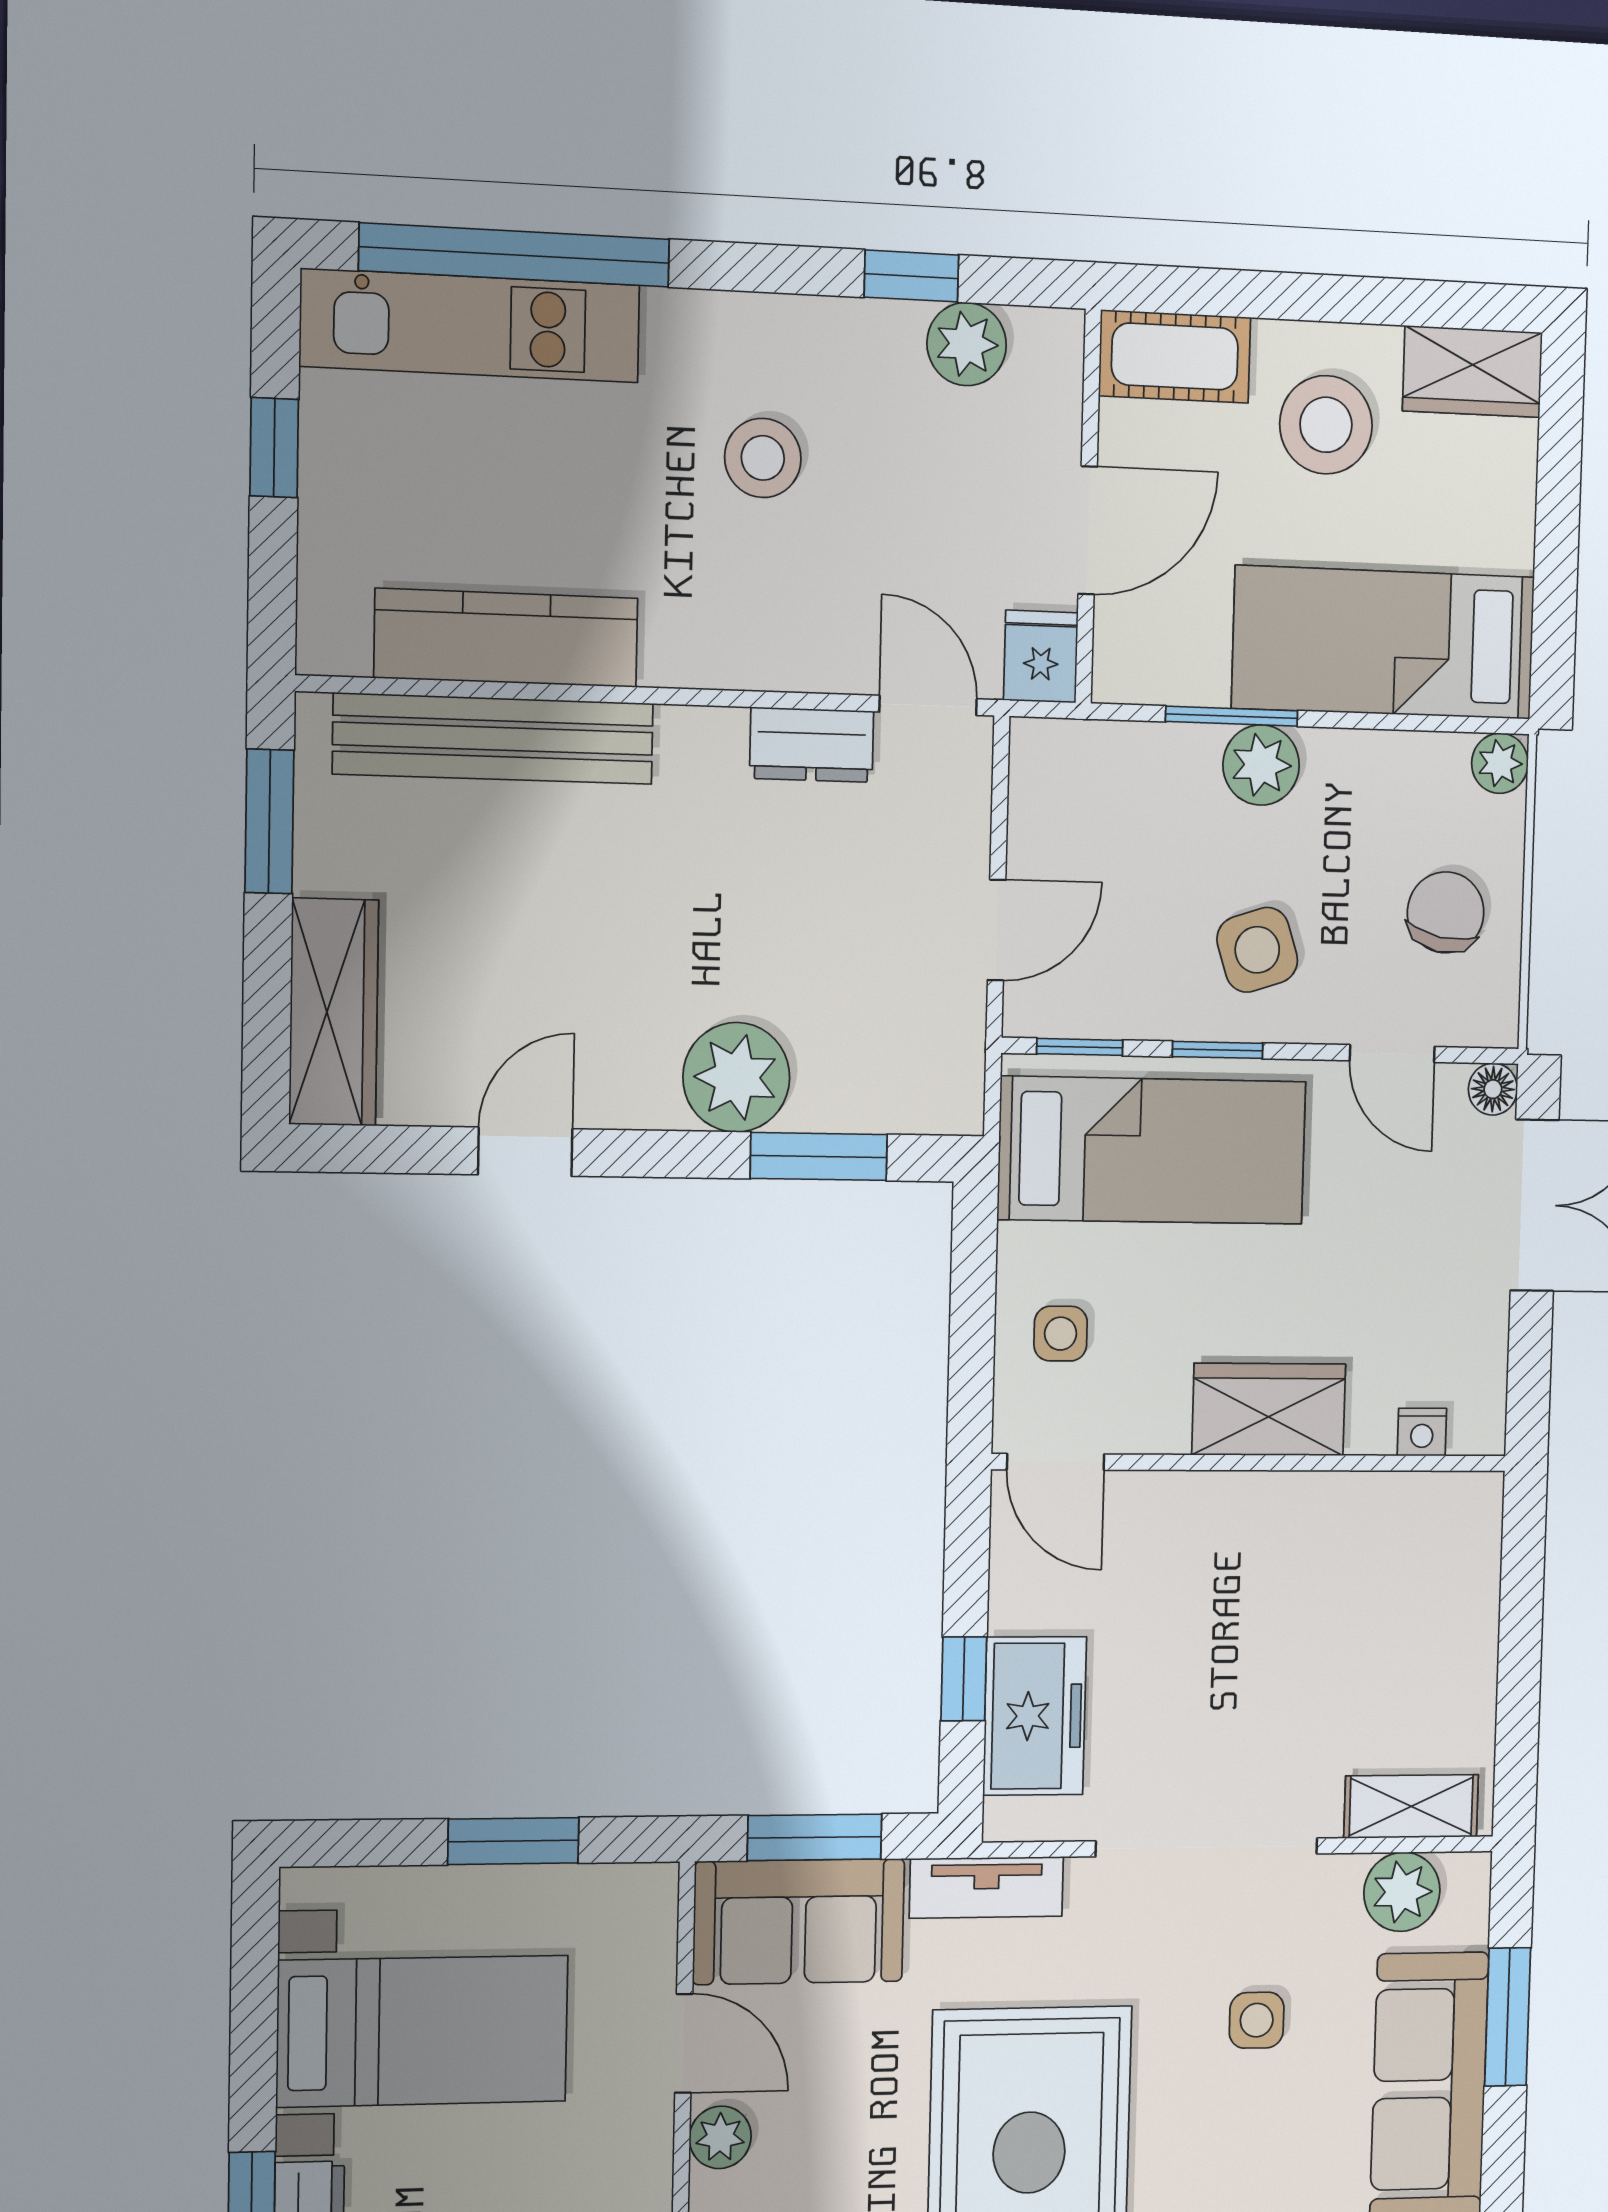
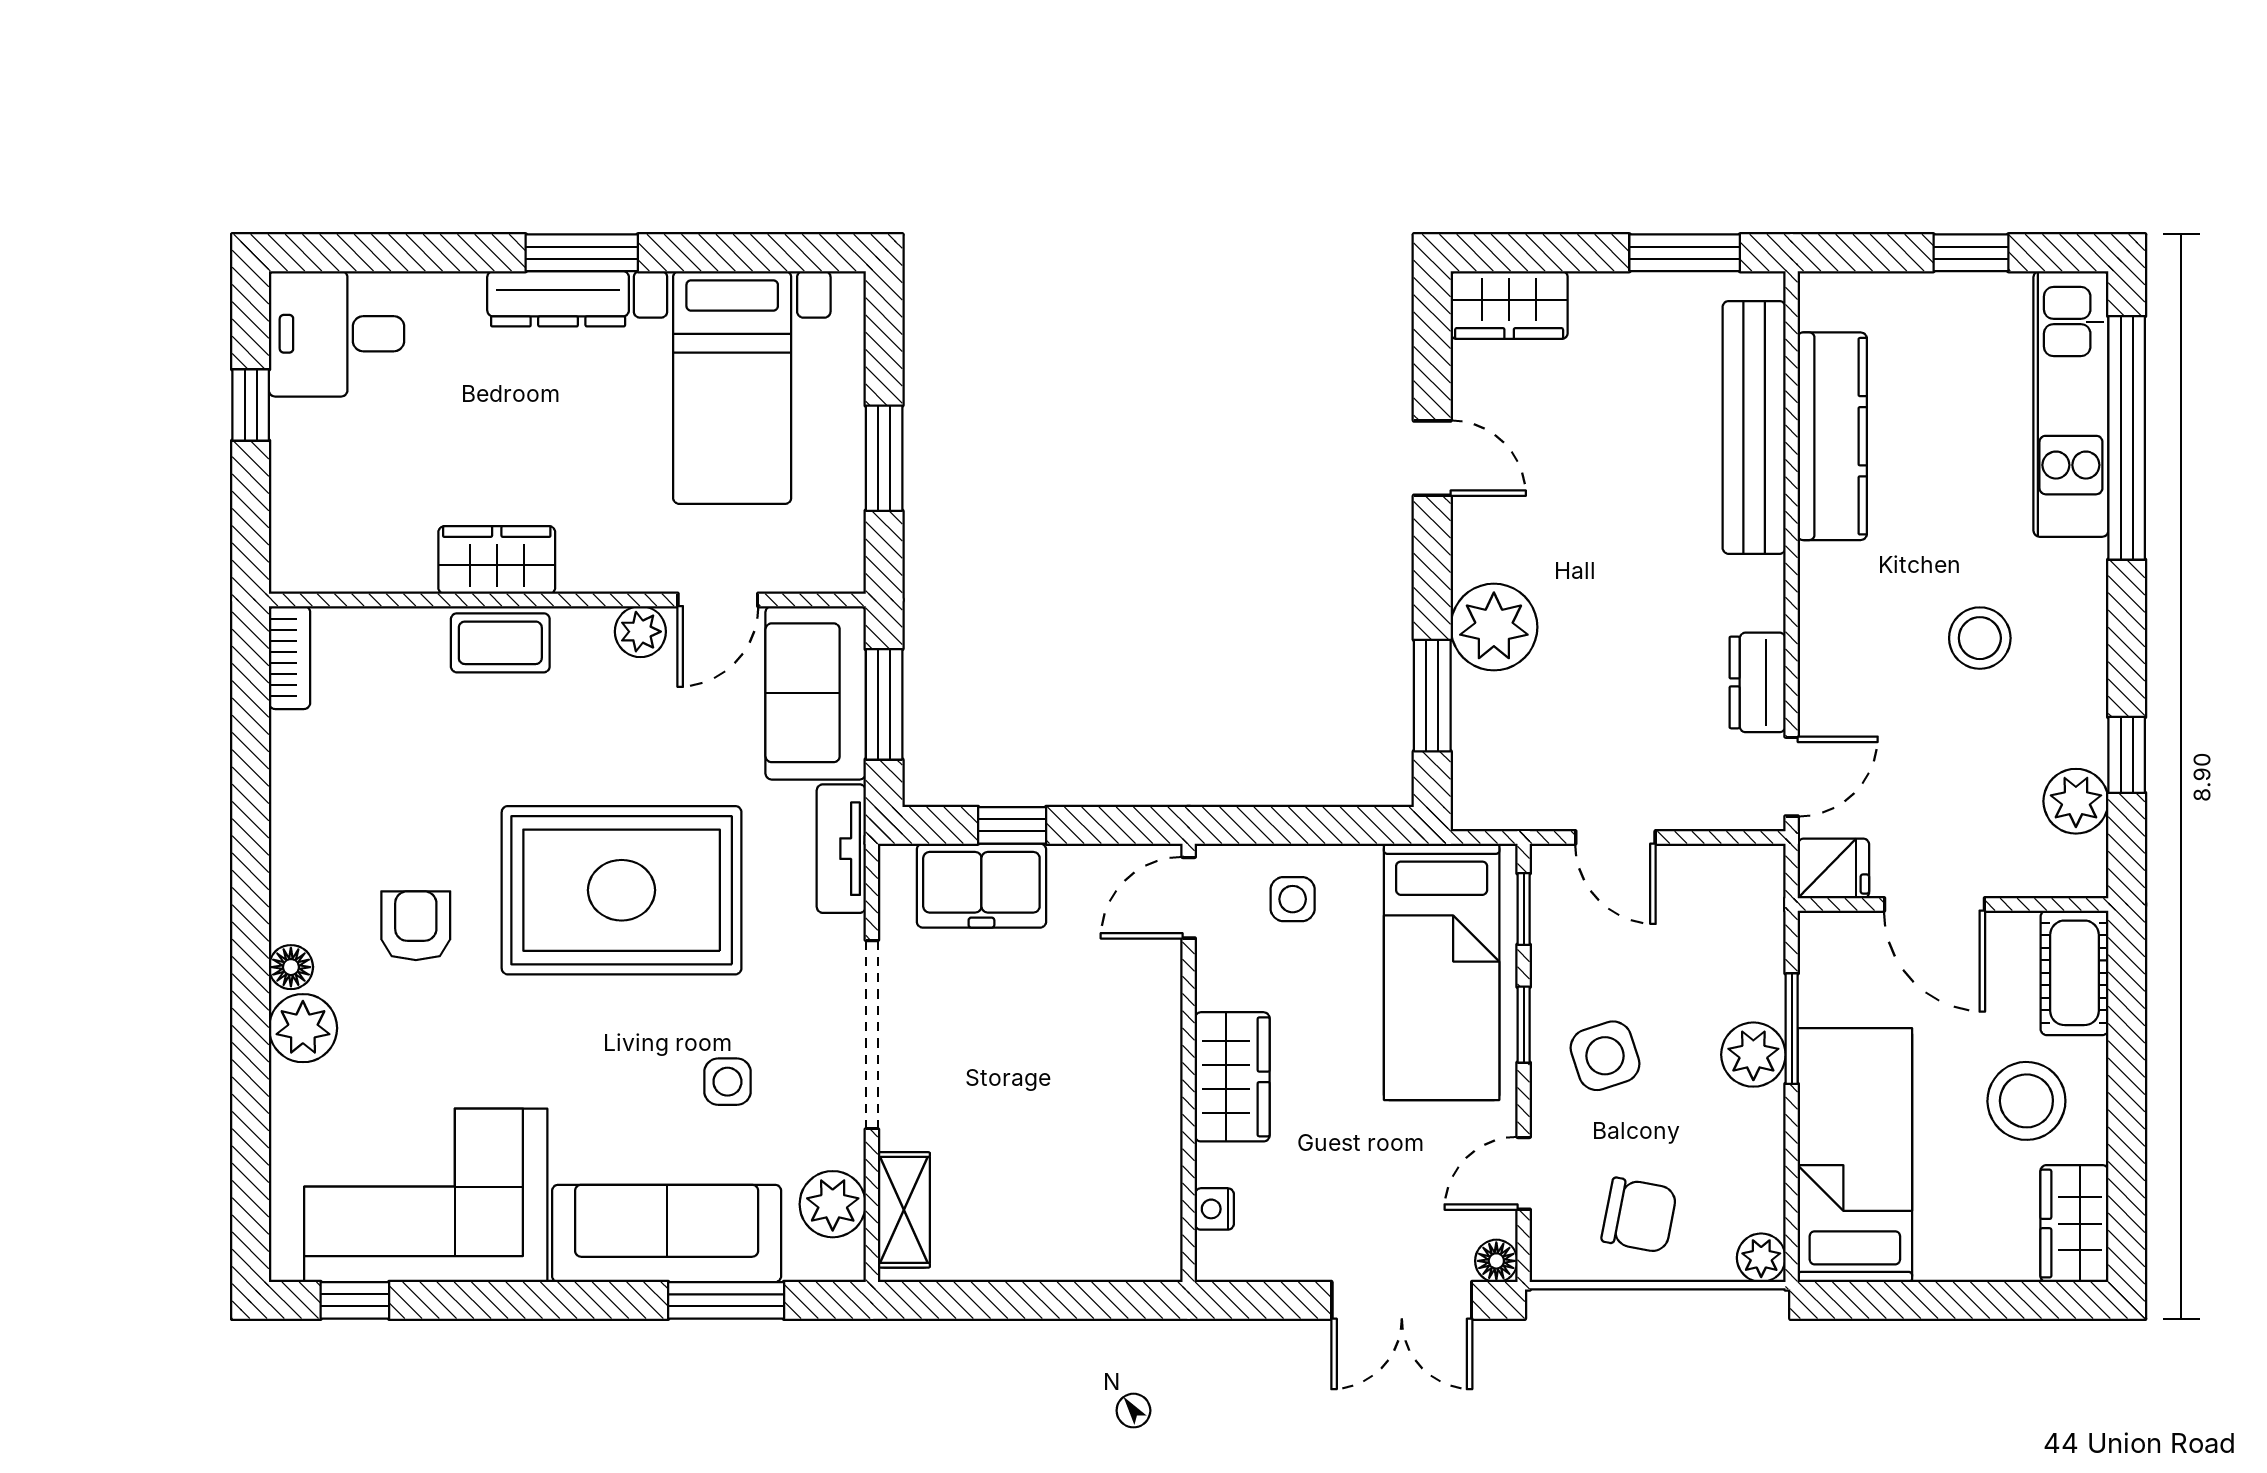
wardrobe: (334, 1012) -> (1509, 305), width x0.67

